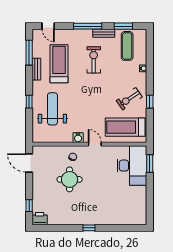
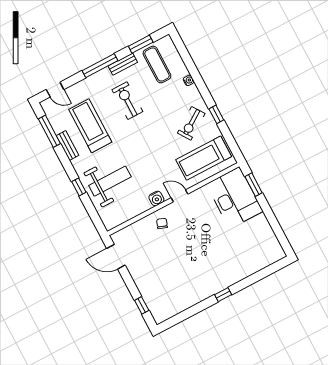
weight bench: (52, 109) -> (110, 181), turned 90
round table: (70, 179) -> (172, 251), removed
printer: (40, 219) -> (161, 314), removed

